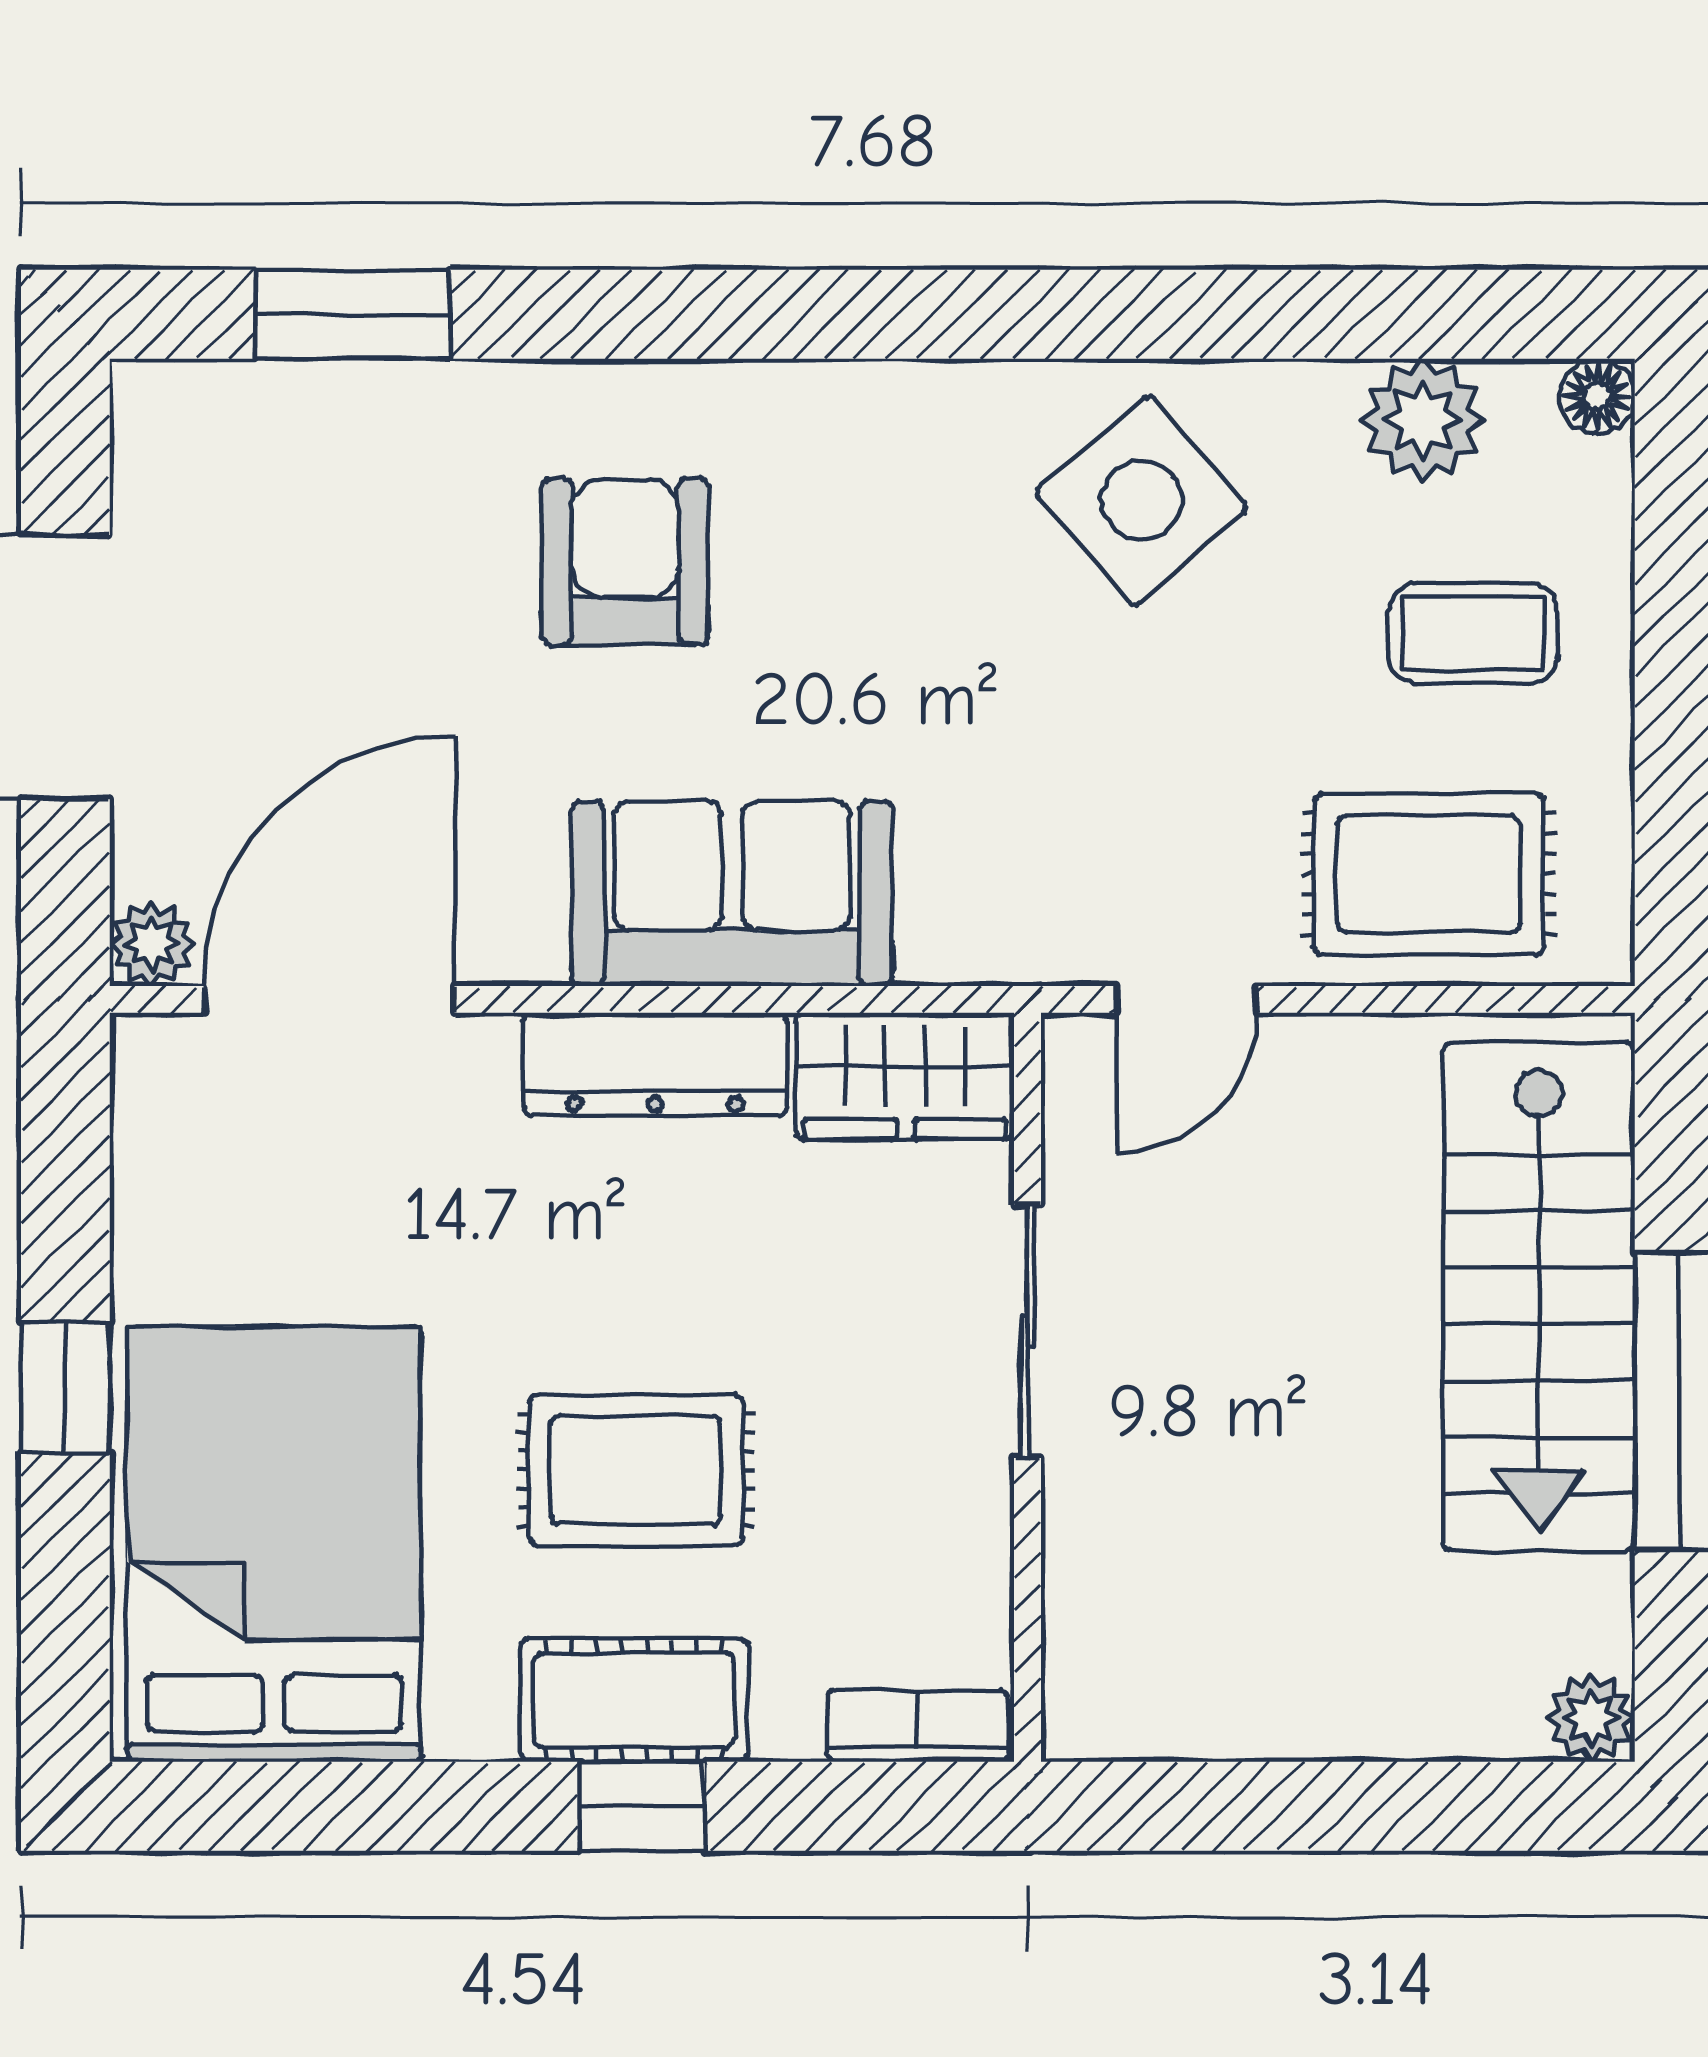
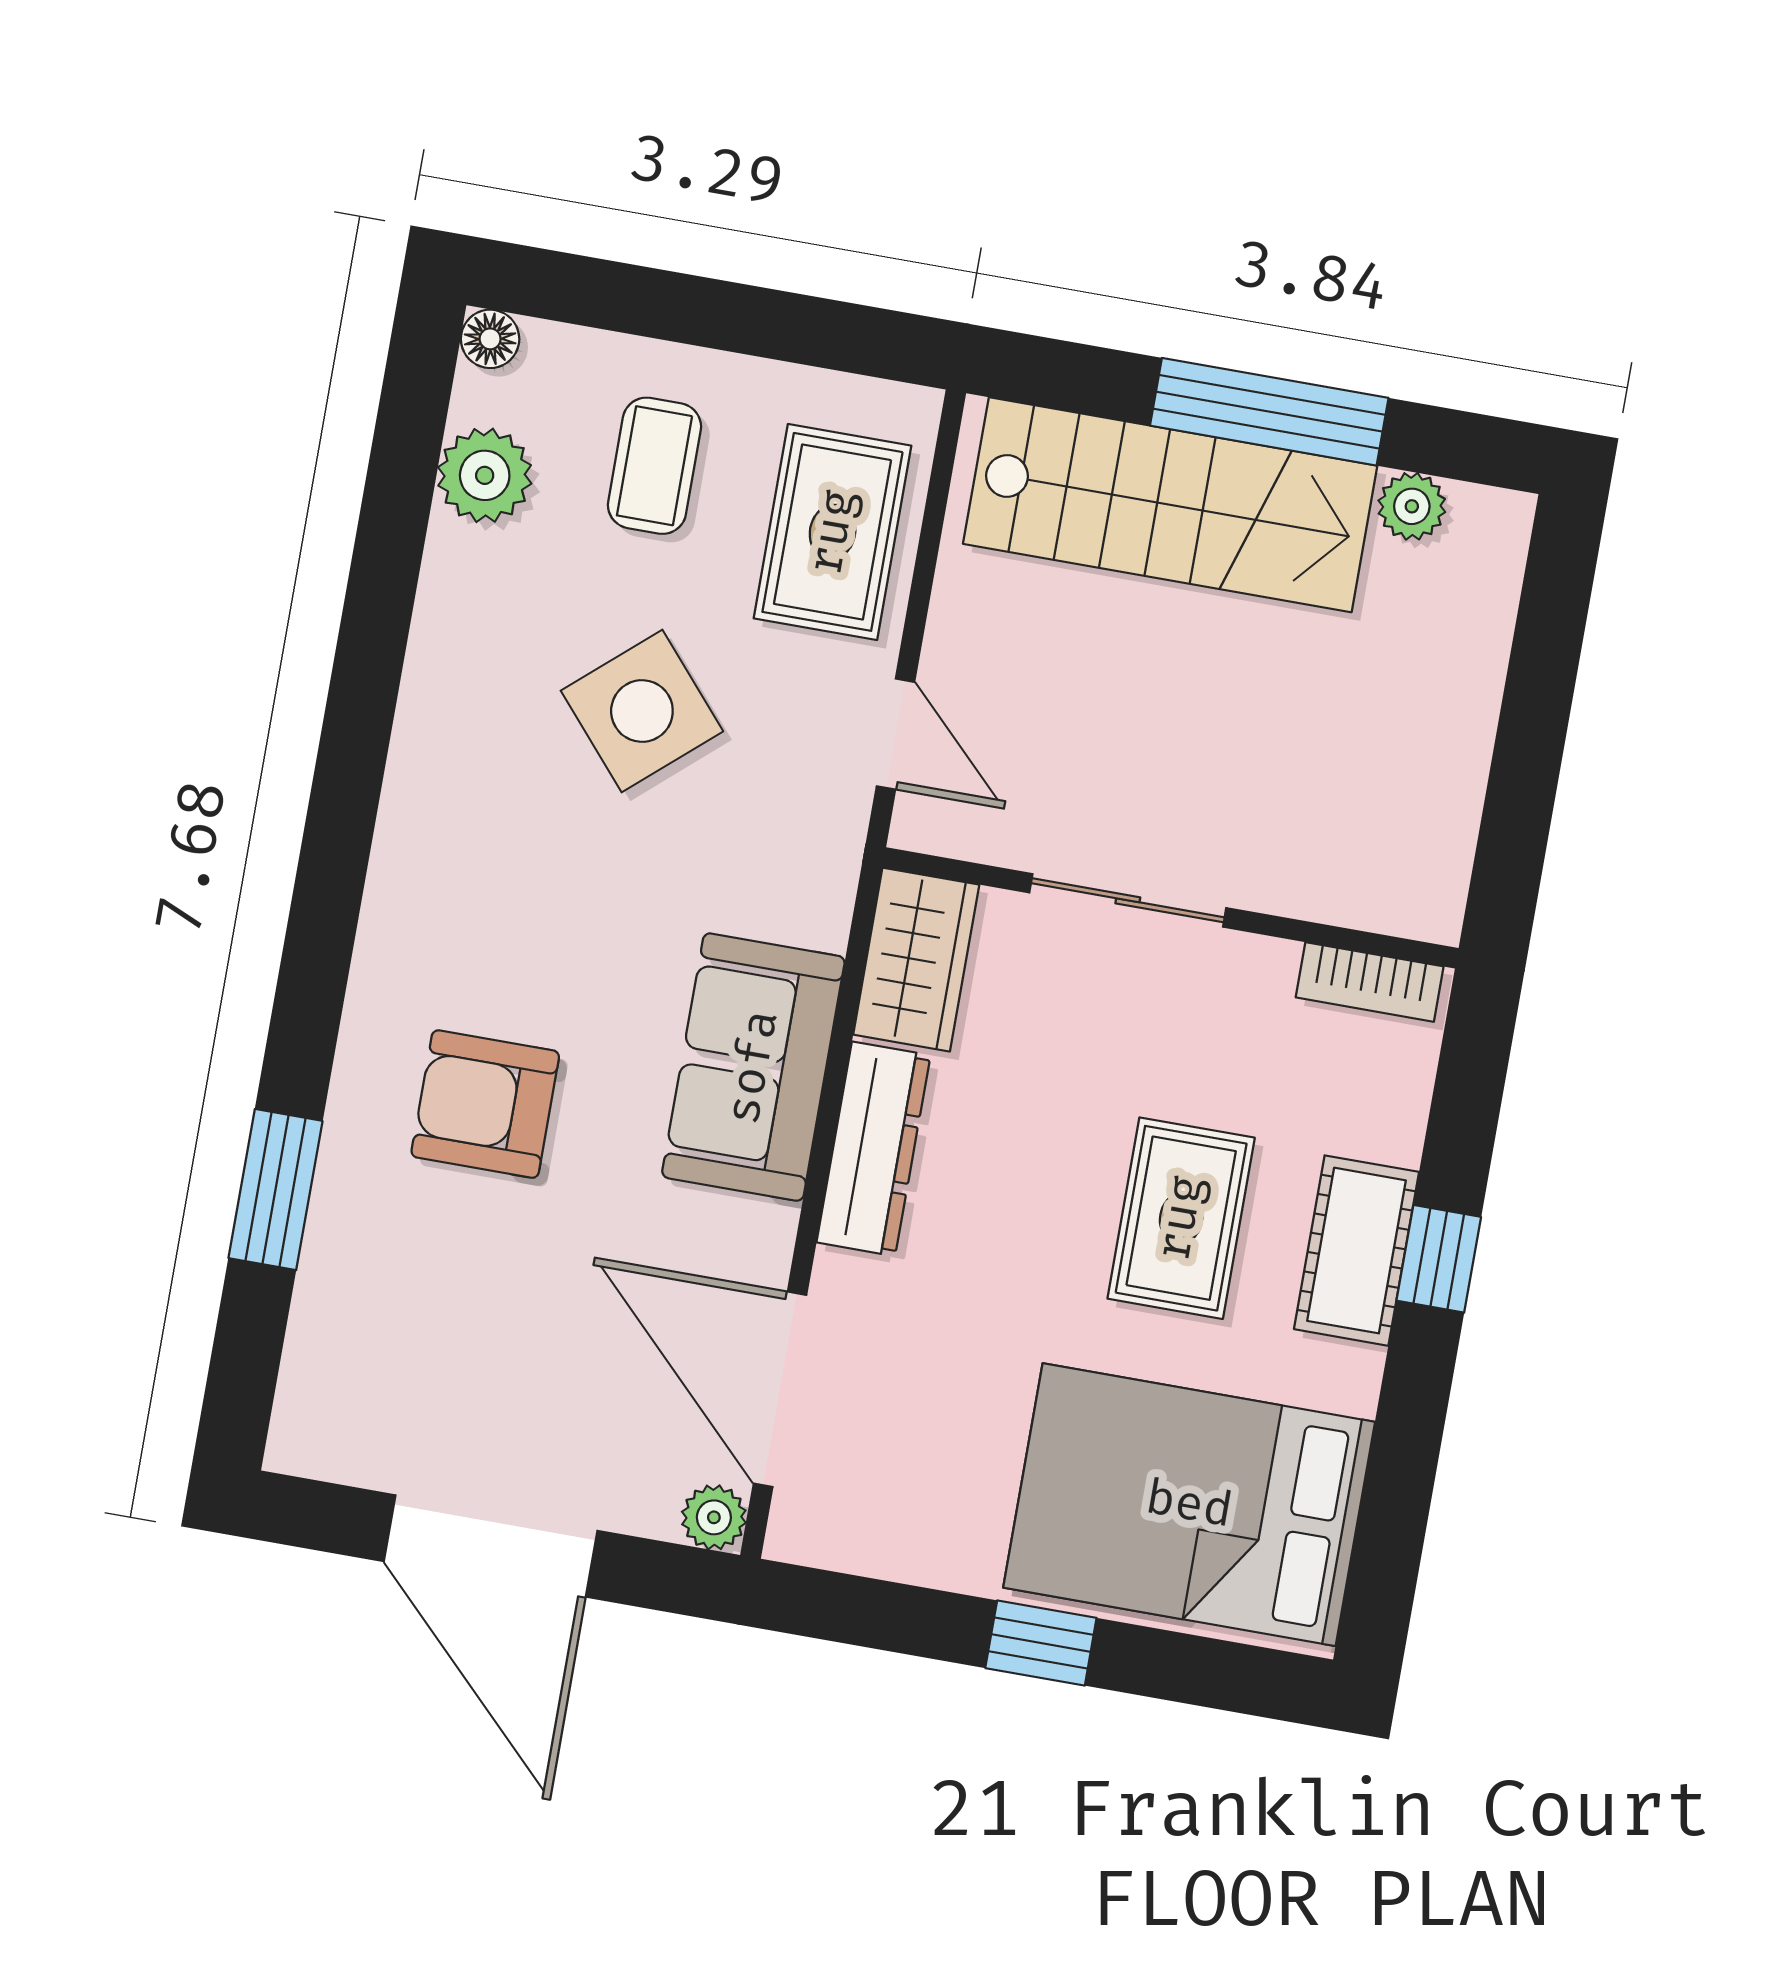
window: (353, 314) -> (276, 1190), moved
side table: (1142, 500) -> (642, 711), moved
plant: (1591, 1718) -> (1412, 506), moved
bookcase: (918, 1726) -> (1370, 982), moved, turned -90

